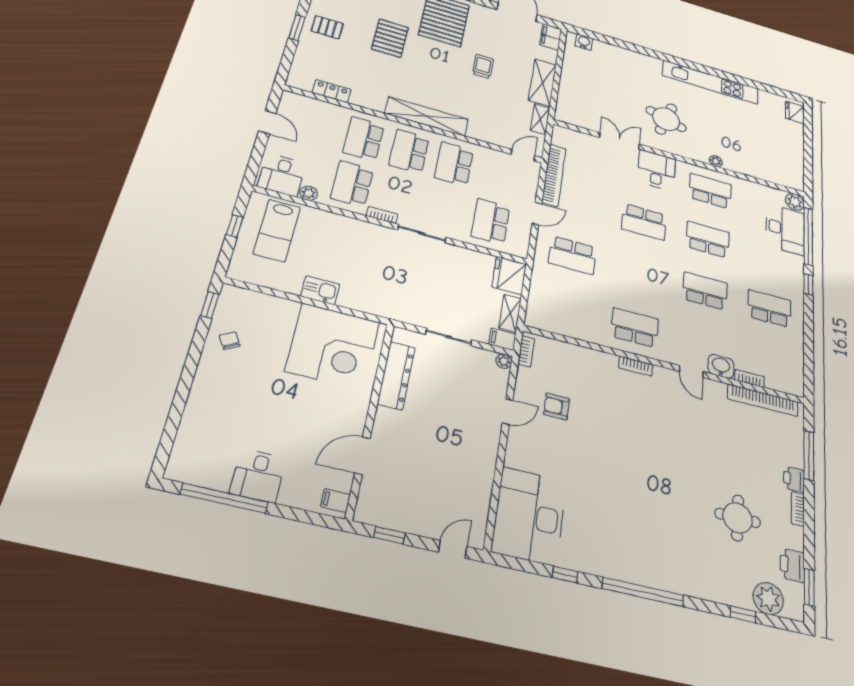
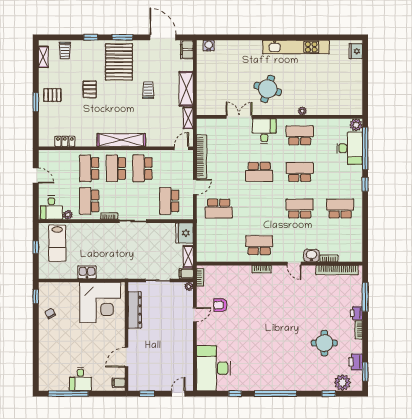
pallet: (390, 38) -> (90, 89), width x0.67, depth x0.71

